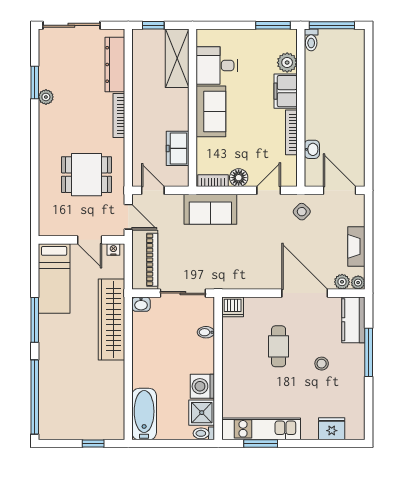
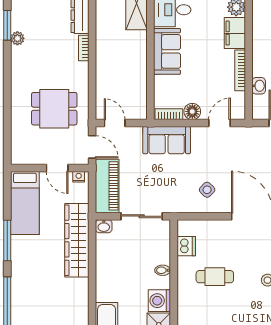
bookcase: (119, 116) -> (84, 48), width x0.64
freezer: (178, 148) -> (137, 85), removed
side table: (302, 212) -> (207, 190), moved
dishwasher: (233, 307) -> (186, 246), moved, turned -90
bidet: (206, 332) -> (163, 270), moved
cafe table: (279, 346) -> (215, 277), moved, turned 90

